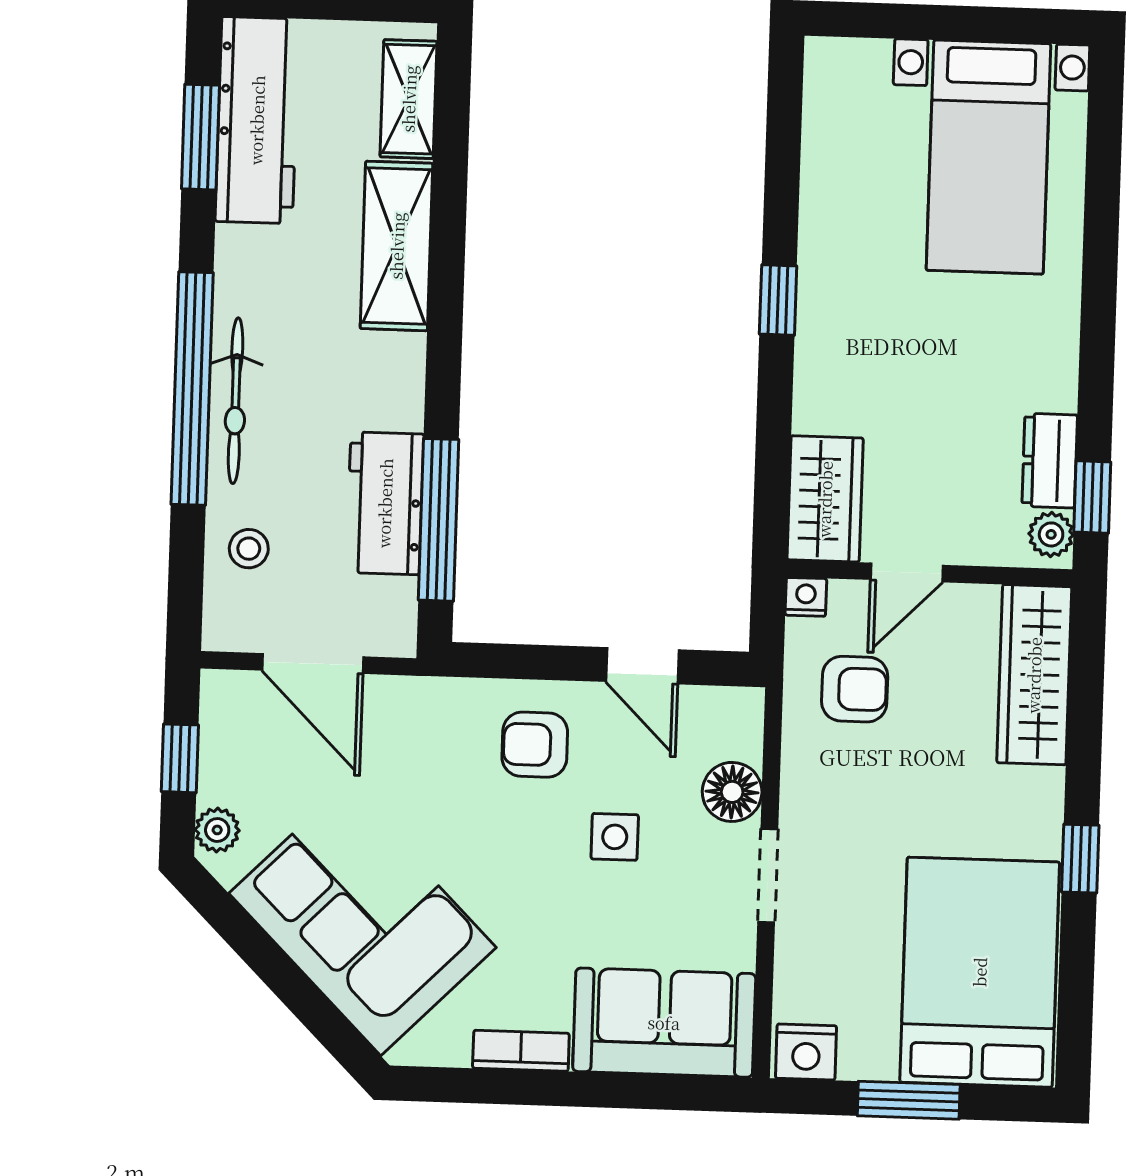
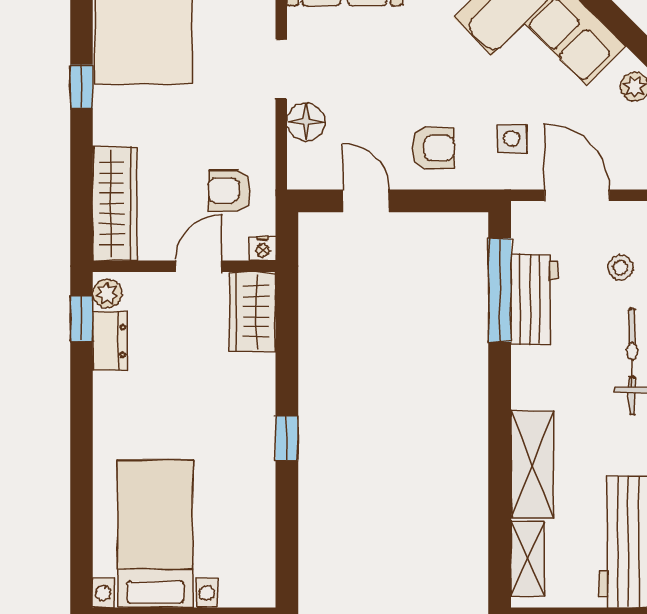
side table: (615, 837) -> (512, 139), moved

